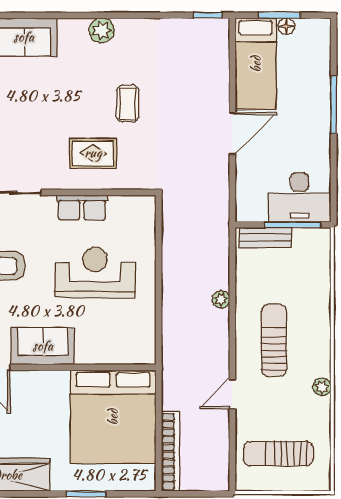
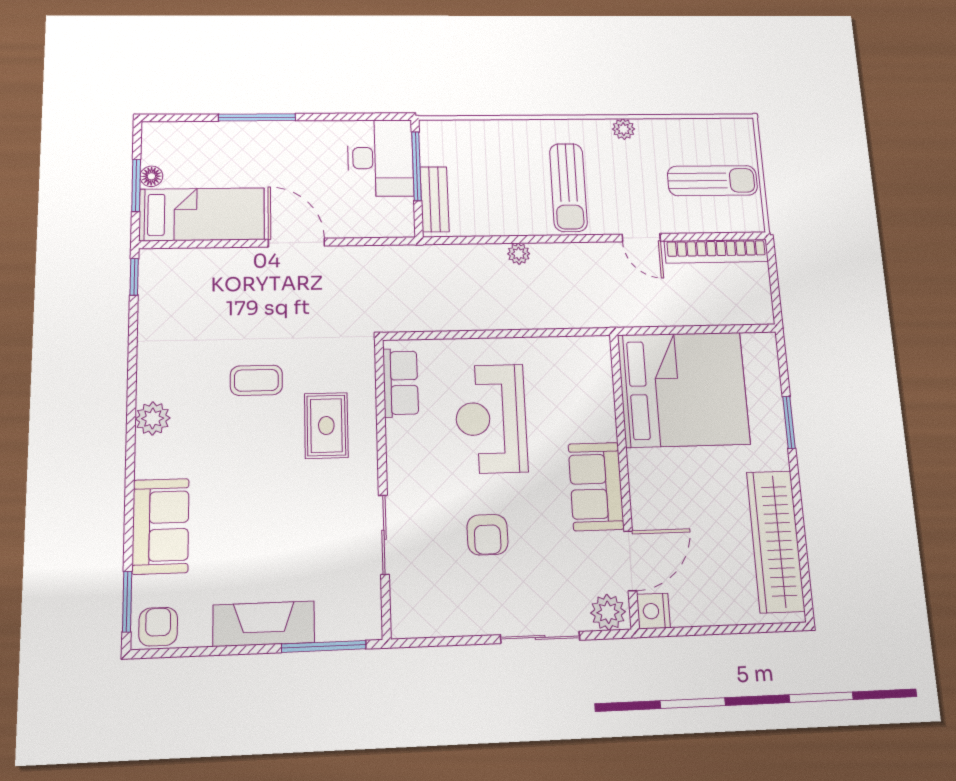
row of seats: (82, 208) -> (401, 383), moved
sun lounger: (274, 340) -> (568, 187), turned -90
bookcase: (171, 451) -> (716, 251), moved, turned 180
sun lounger: (278, 454) -> (712, 181), turned -90

